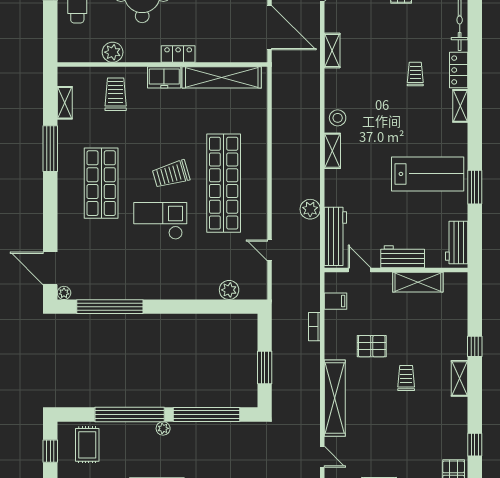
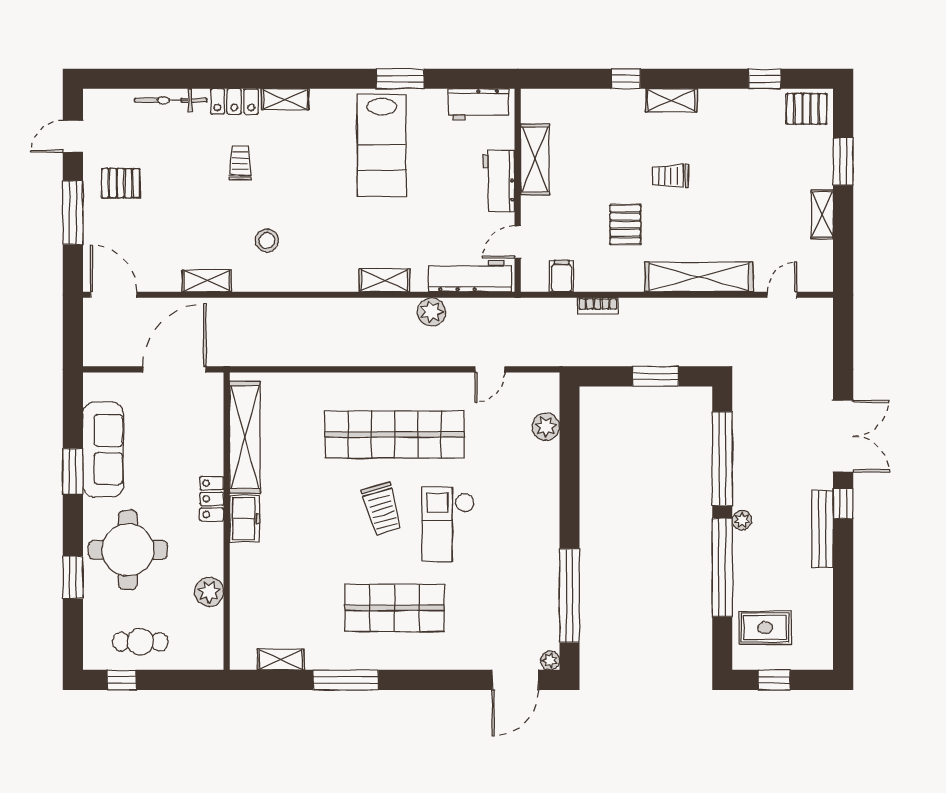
trolley: (415, 74) -> (240, 163), turned 90
trolley: (116, 94) -> (269, 587), removed
stool: (338, 118) -> (267, 241), moved
shelving: (332, 151) -> (384, 280), moved
lab bench: (428, 174) -> (382, 145), turned 180

